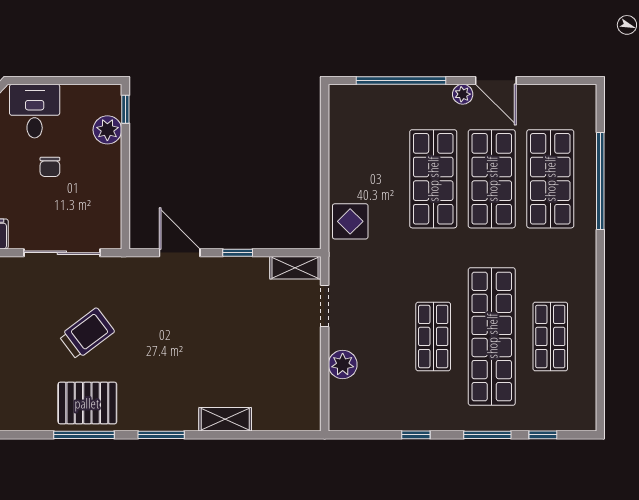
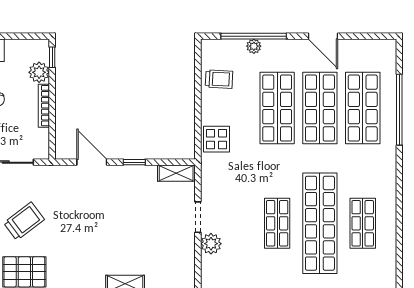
plant: (463, 94) -> (254, 46), moved
trolley: (354, 139) -> (219, 79), added
bookcase: (114, 176) -> (44, 106), added
doorway: (325, 306) -> (198, 217), moved

